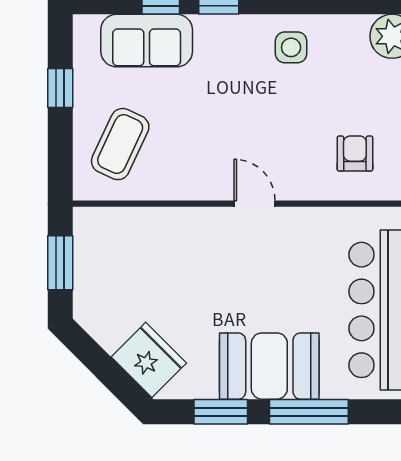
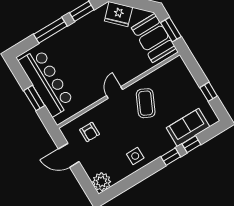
coffee table: (120, 144) -> (146, 103), moved
door: (254, 204) -> (115, 93), swing flipped
booth: (269, 366) -> (154, 38), moved, turned 90

